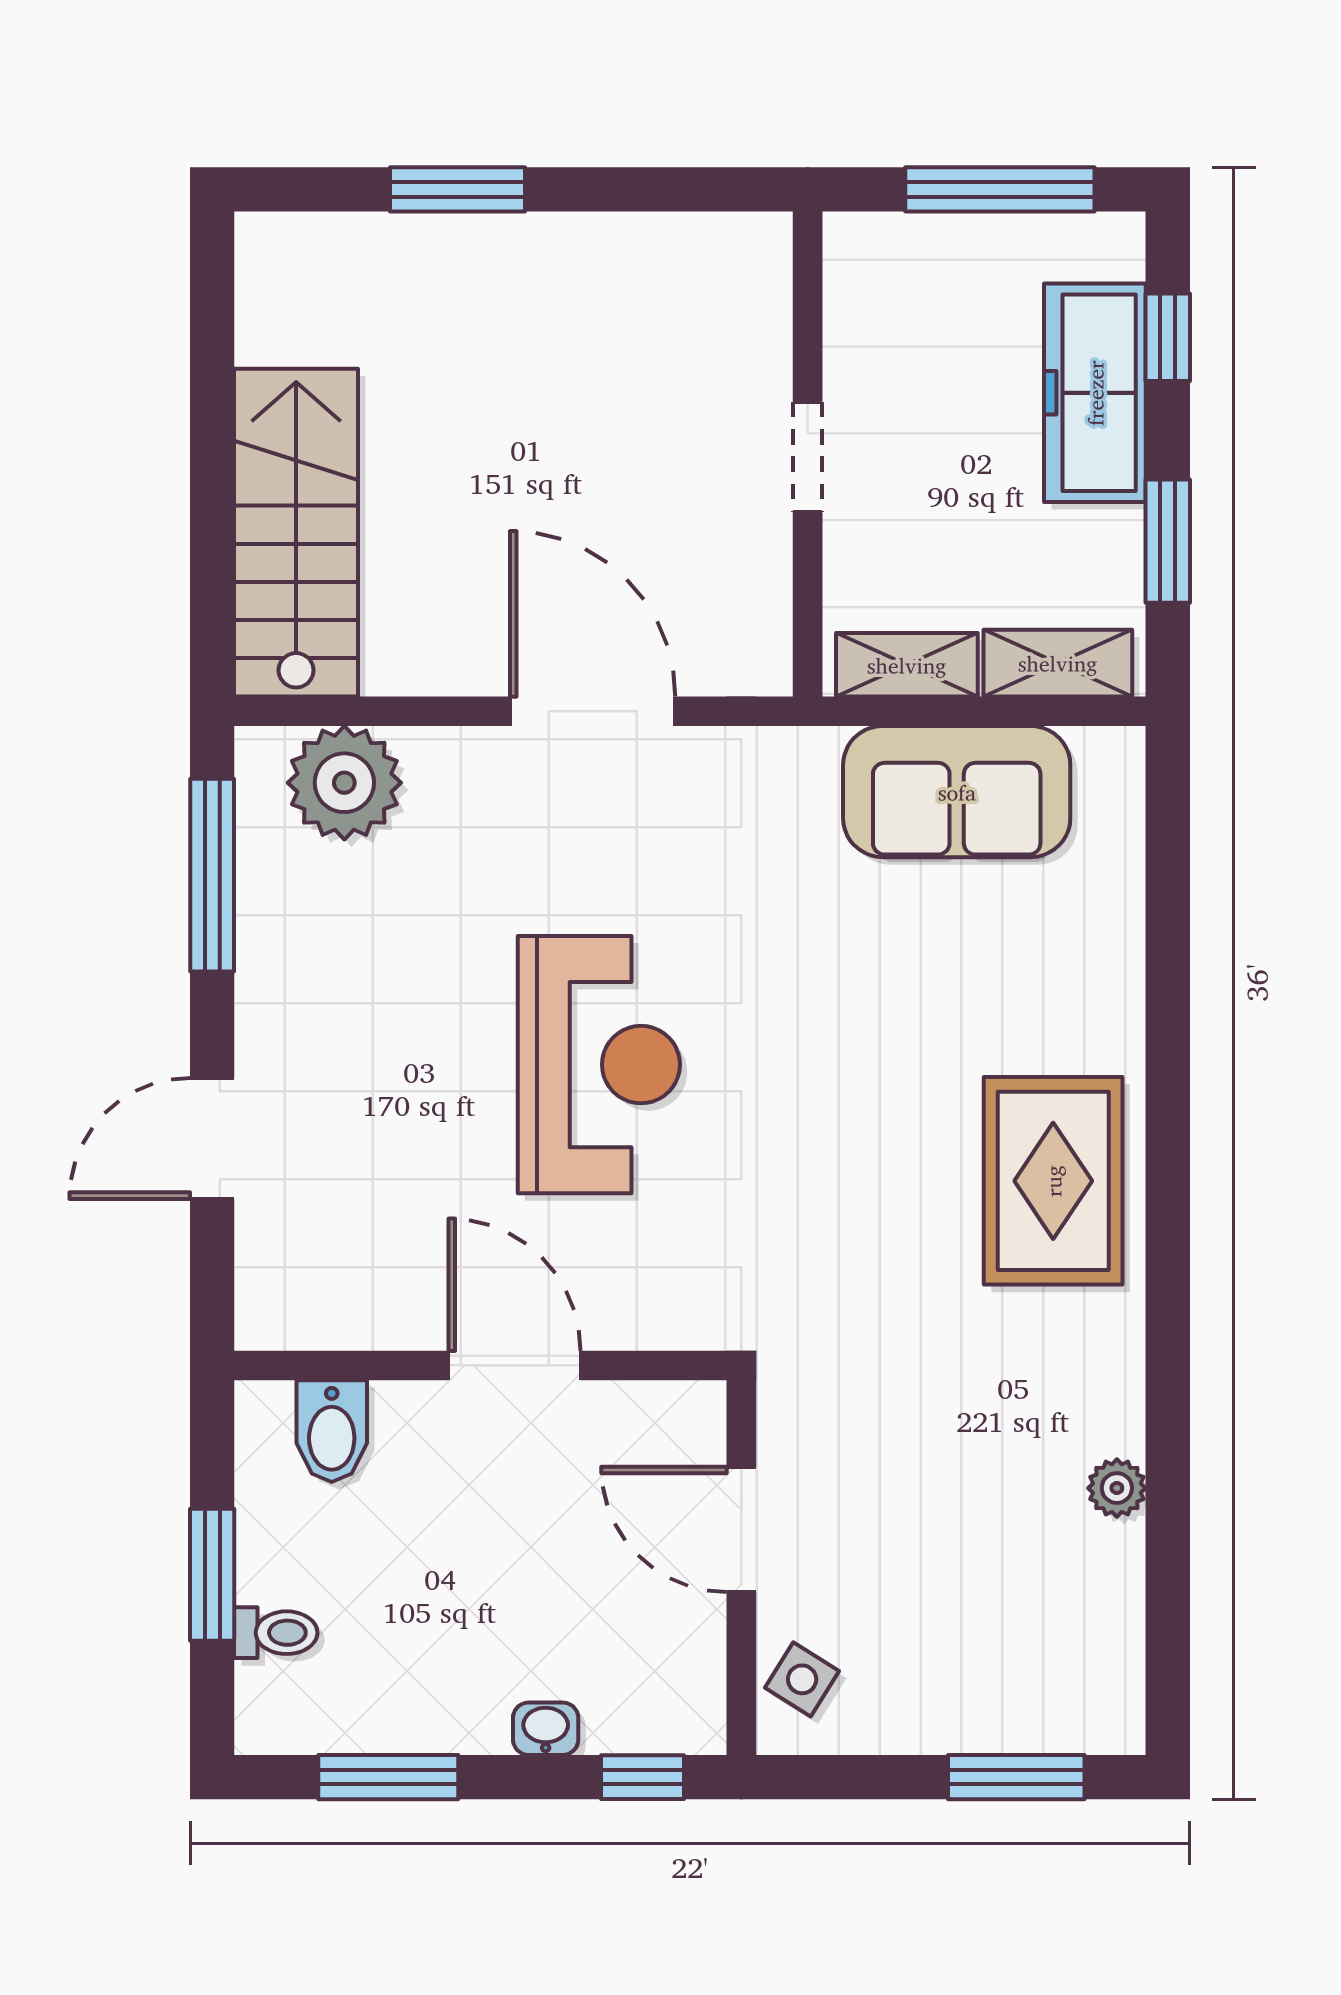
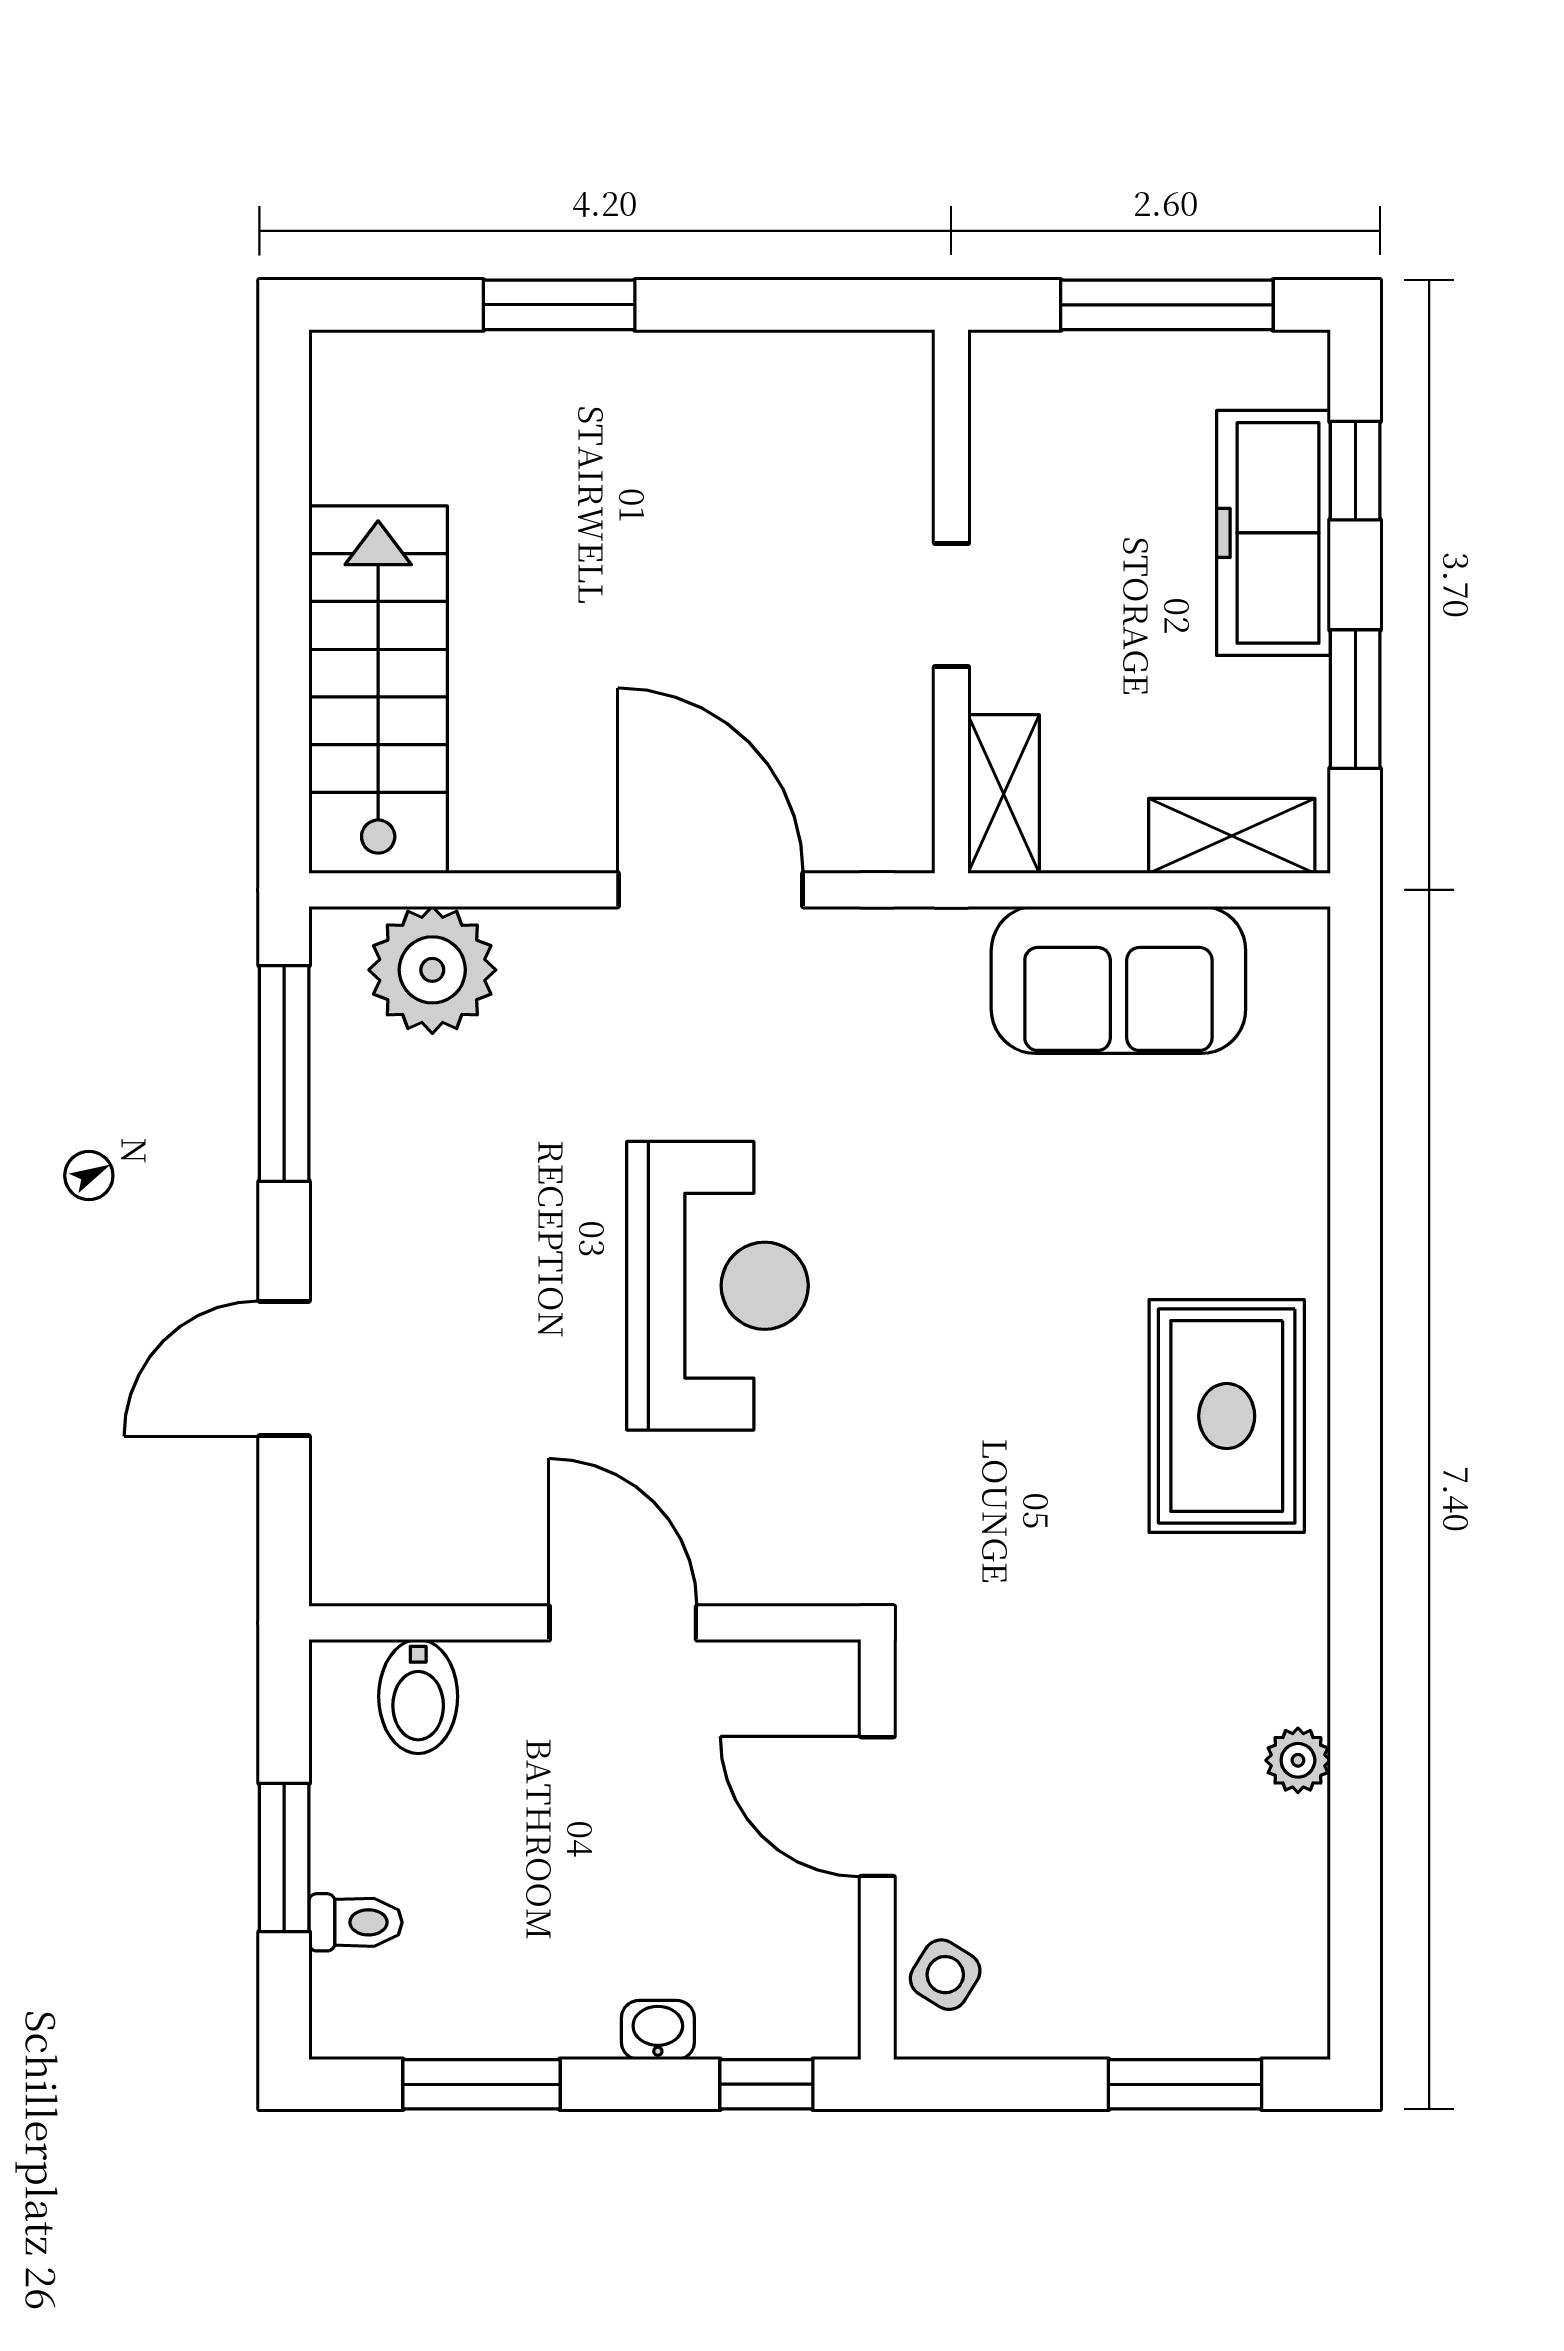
shelving: (907, 665) -> (1004, 794), moved, turned 90

